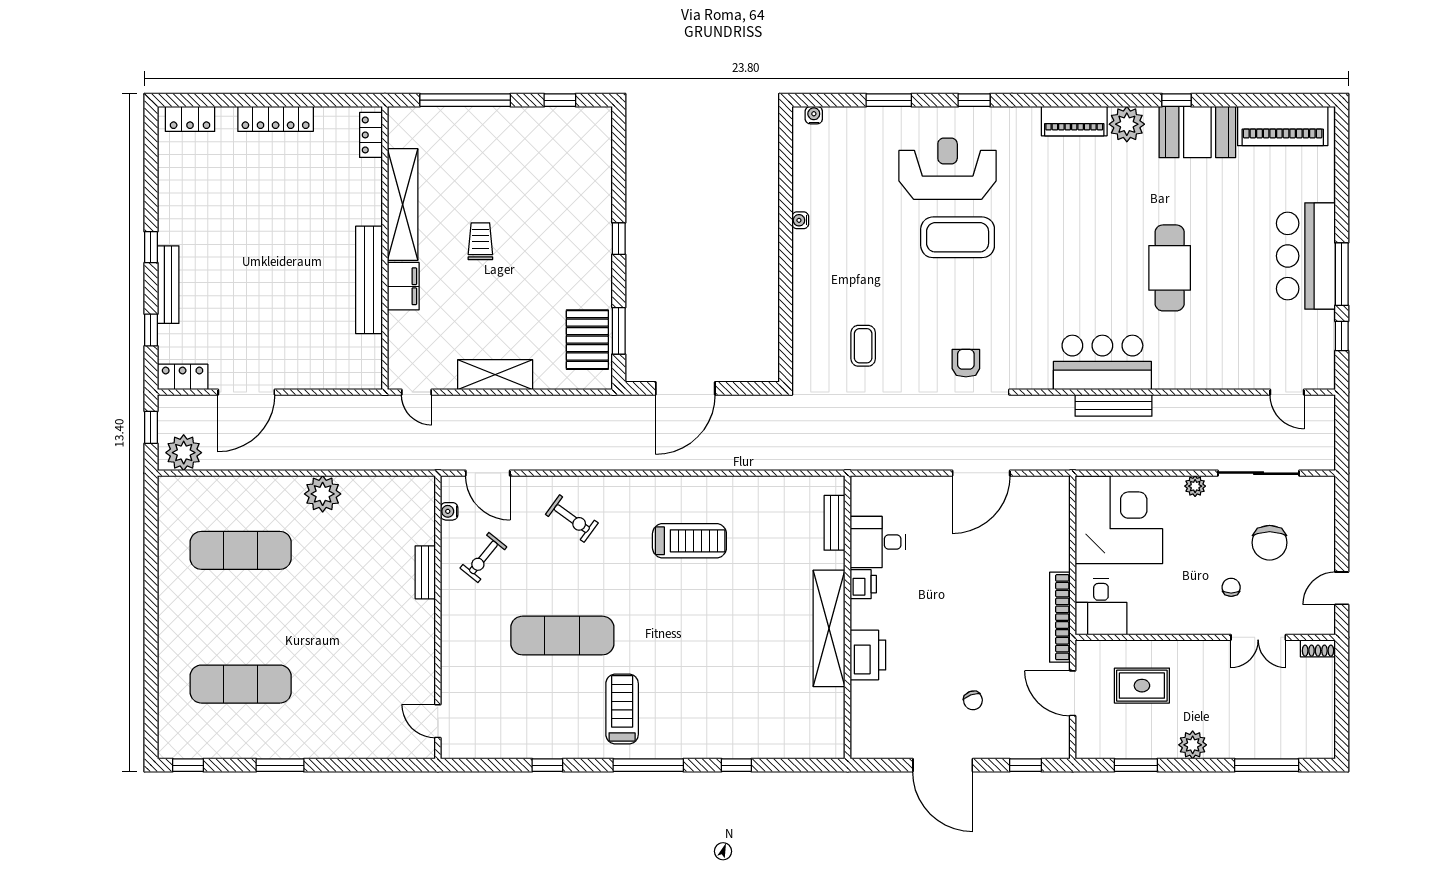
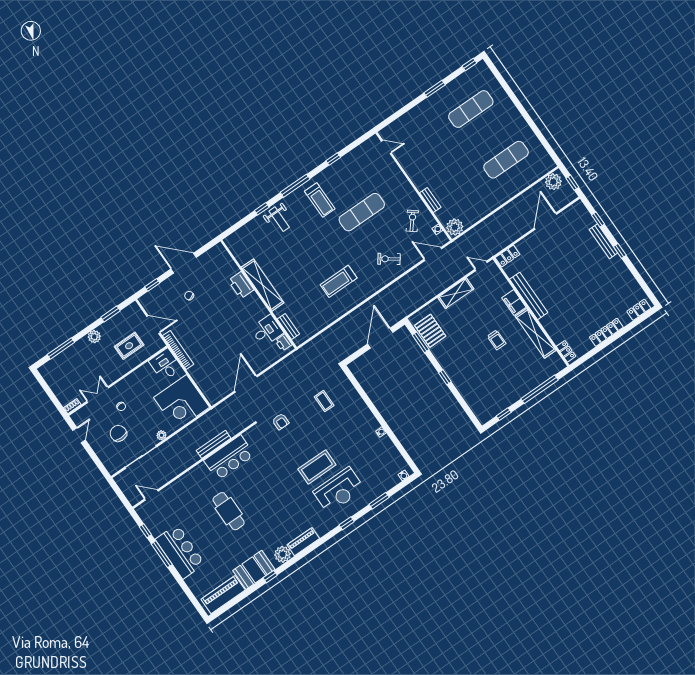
locker: (183, 377) -> (508, 256), moved
plant: (323, 494) -> (455, 227), moved
printer: (863, 584) -> (284, 343), moved
weight bench: (718, 725) -> (279, 219), added

